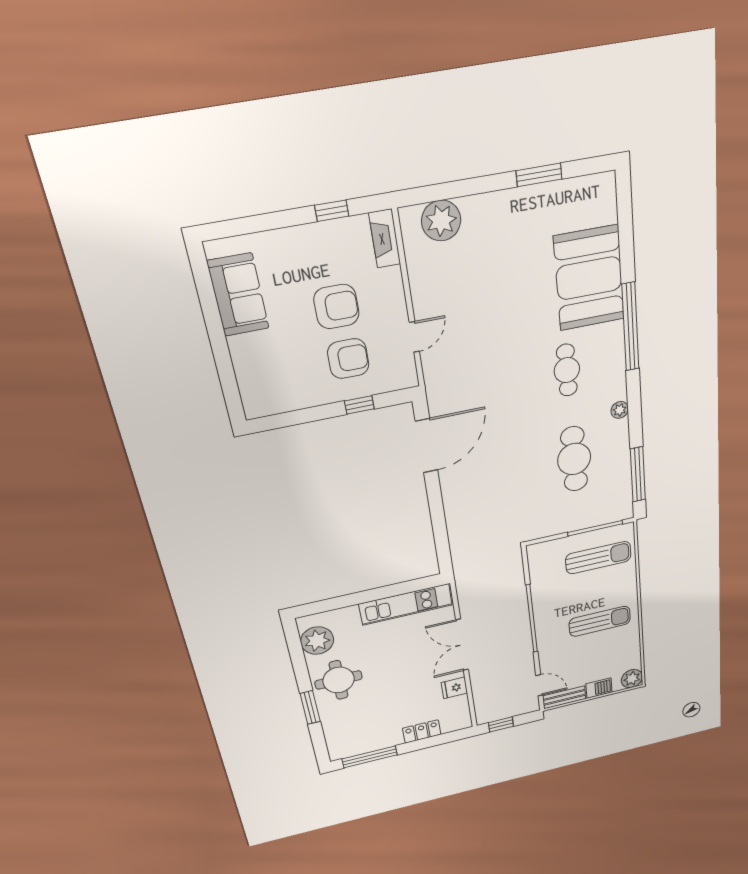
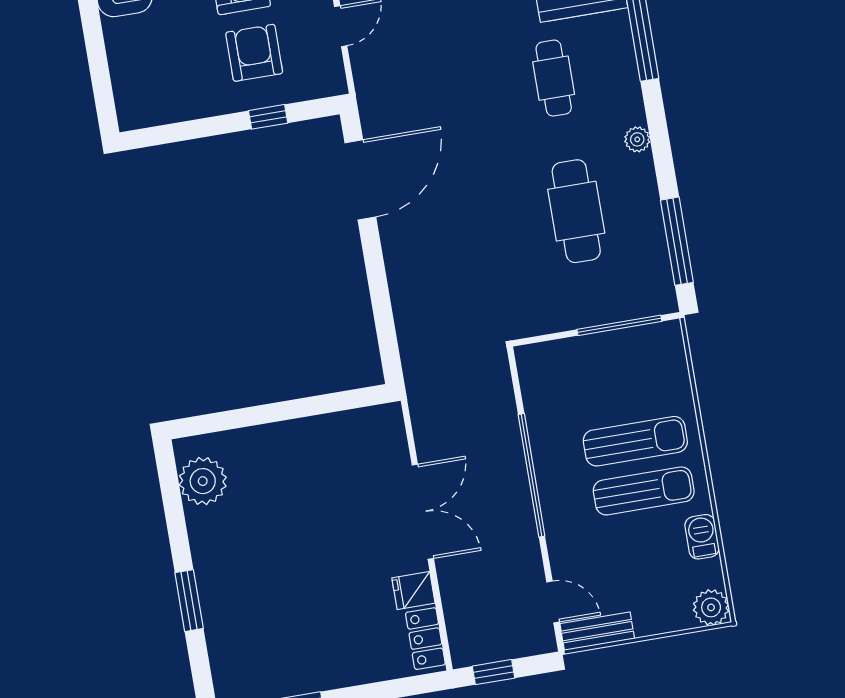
armchair: (348, 359) -> (254, 53), turned -90
sun lounger: (598, 558) -> (635, 441), moved
kitchen unit: (406, 604) -> (334, 431), removed
double door: (462, 645) -> (423, 512), swing flipped
round table: (339, 680) -> (233, 555), removed
barbecue: (599, 688) -> (702, 537), moved, turned -90
locker: (422, 731) -> (425, 639), moved, turned -90

